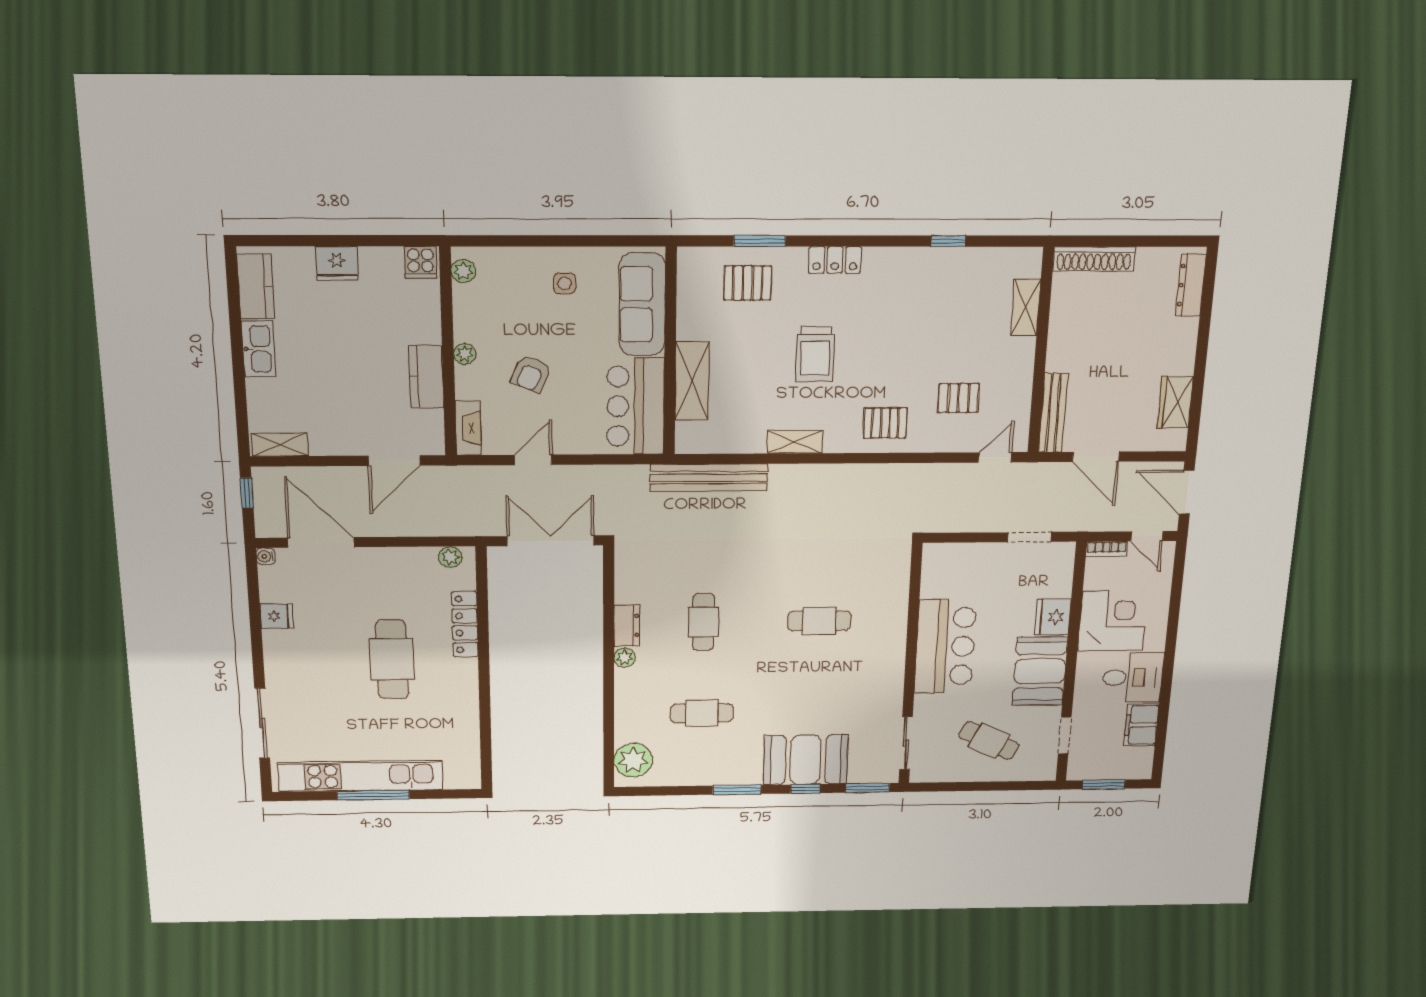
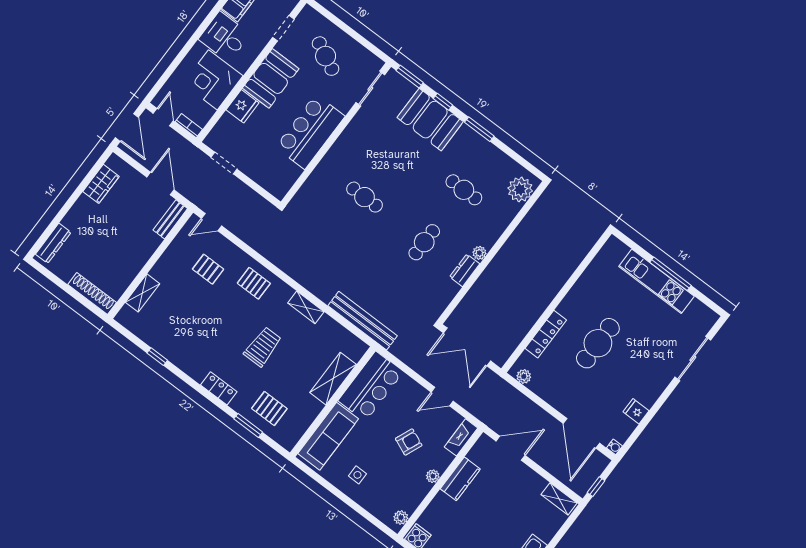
bench: (1053, 413) -> (170, 219), width x0.73
kitchen unit: (361, 776) -> (657, 281), width x0.73

